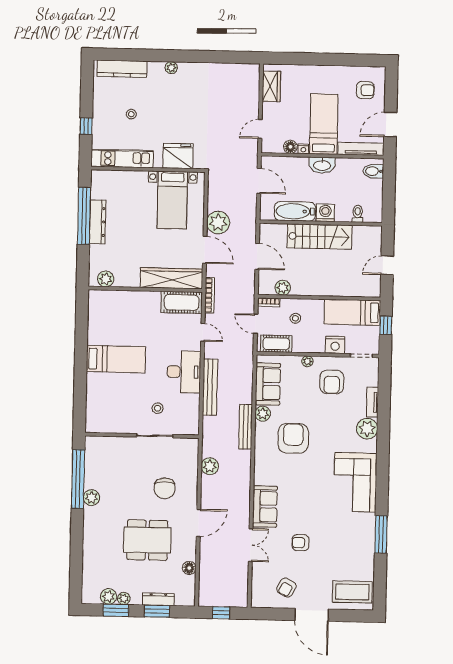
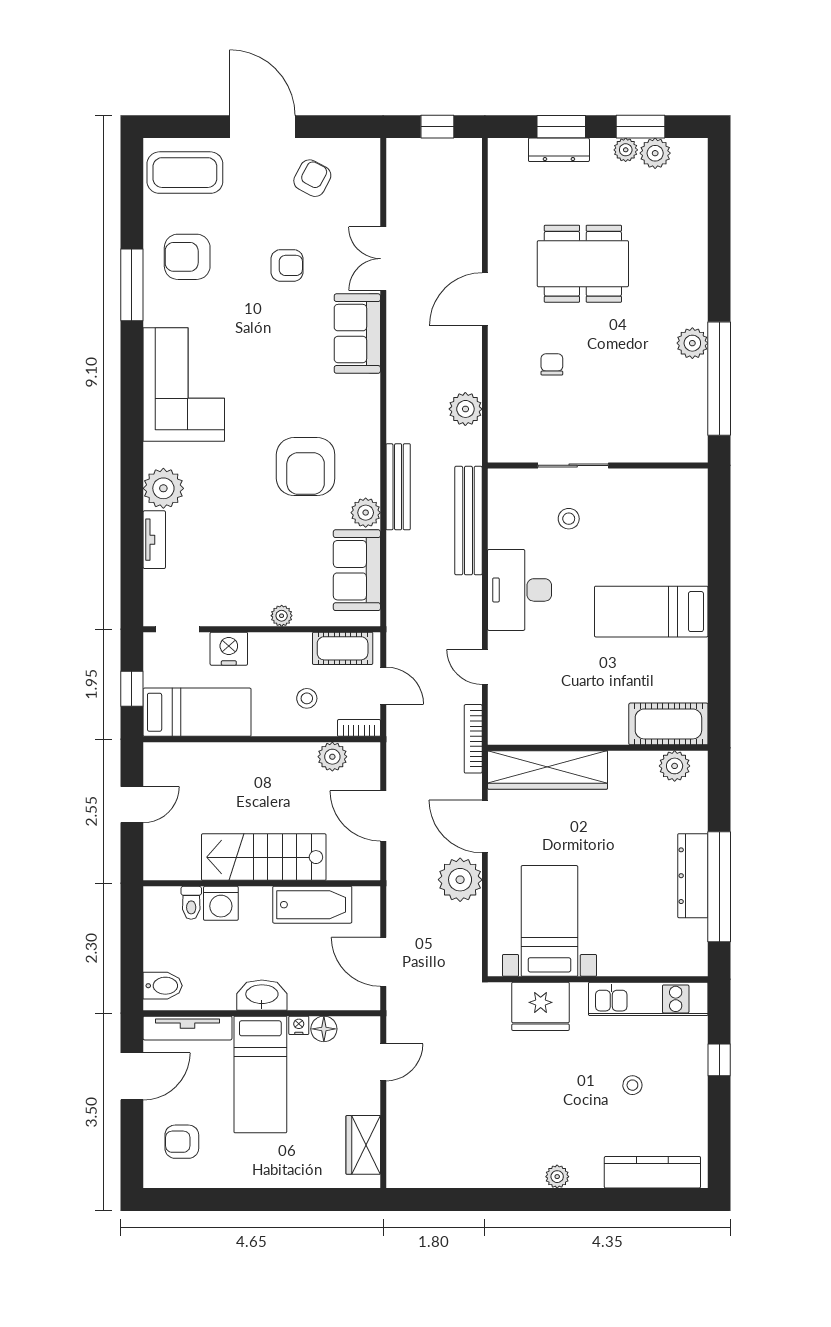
washing machine: (325, 213) -> (221, 903), moved
cot: (182, 302) -> (668, 724), moved
armchair: (332, 382) -> (187, 257), moved, turned -90
bench: (210, 387) -> (468, 521), moved
chair: (164, 488) -> (552, 364), width x0.54, depth x0.54
floor lamp: (189, 568) -> (501, 212), removed

